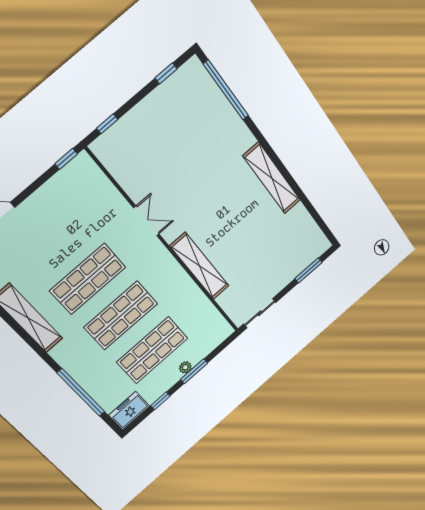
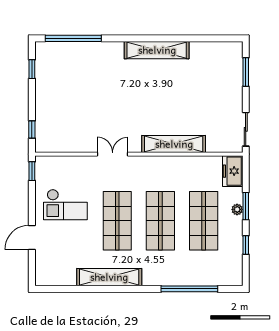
checkout: (62, 219) -> (65, 205), added
freezer: (129, 411) -> (233, 171), moved

